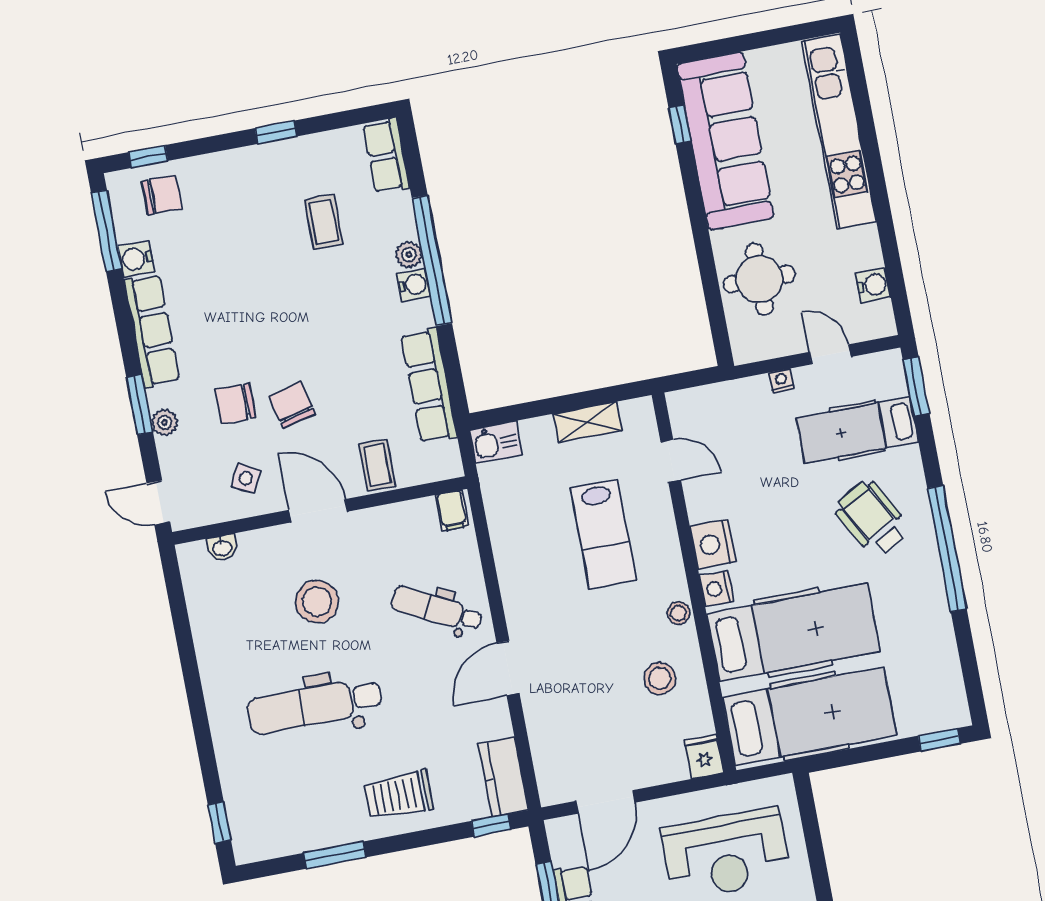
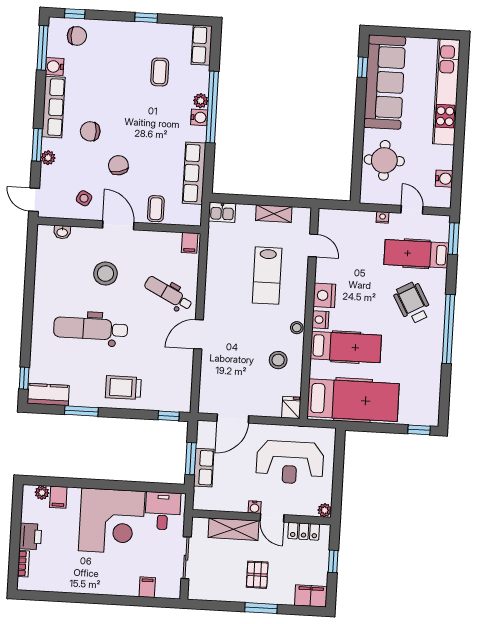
chair: (235, 404) -> (90, 131), moved
hospital bed: (794, 633) -> (346, 347), width x0.73, depth x0.78
kitchen counter: (503, 777) -> (48, 394), moved, turned 90

